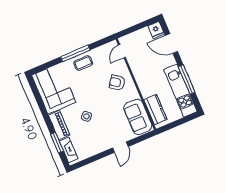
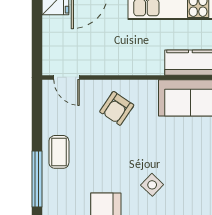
window: (75, 53) -> (37, 179), moved

